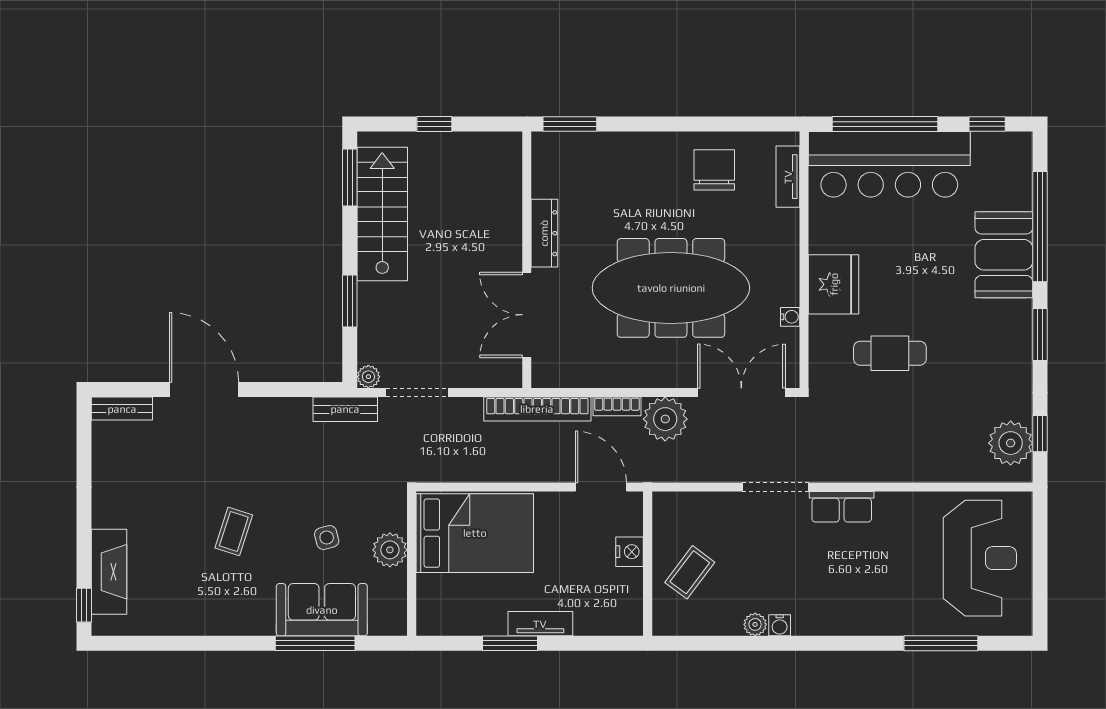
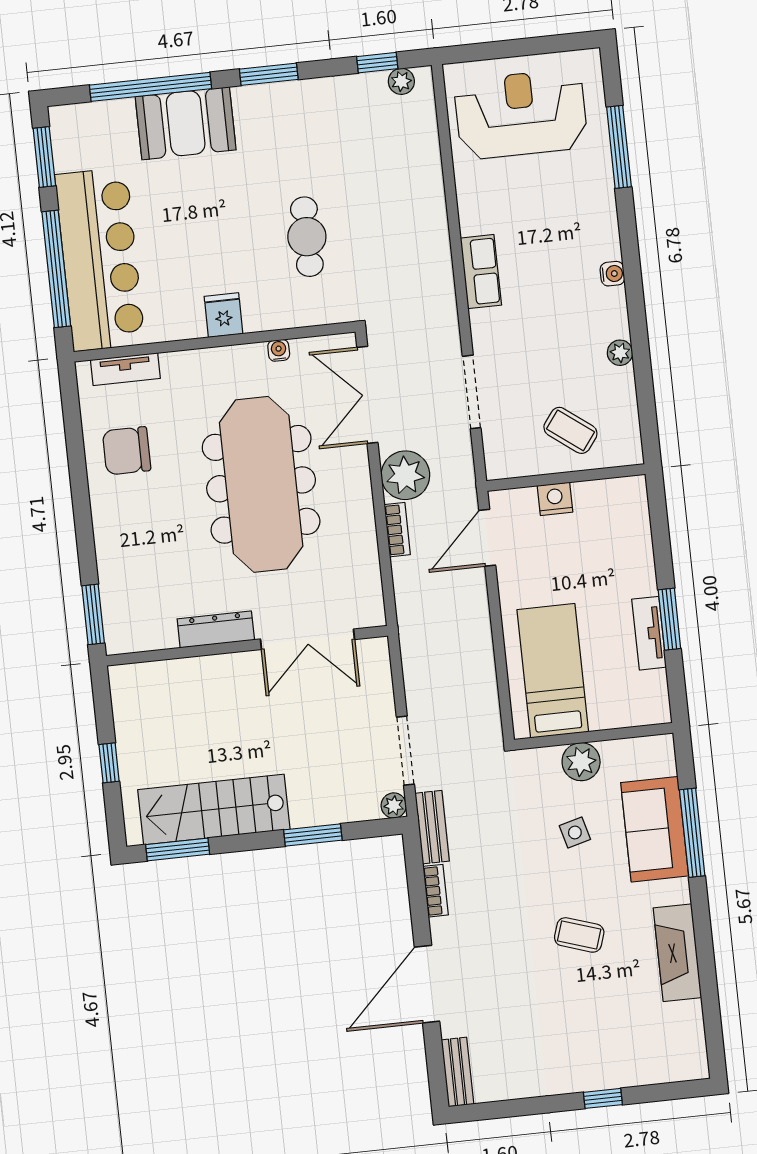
window: (987, 124) -> (44, 157), width x1.50
fridge: (834, 284) -> (224, 315), width x0.53, depth x0.75
bookcase: (537, 409) -> (436, 891), moved, width x0.43, depth x0.76
plant: (1011, 443) -> (401, 81), width x0.53, depth x0.53
doorway: (775, 487) -> (472, 392), moved
bed: (475, 533) -> (553, 671), width x0.67
fireplace: (109, 572) -> (677, 953), moved, turned -90
window: (84, 605) -> (603, 1098), moved
tv unit: (540, 624) -> (649, 633), moved
water cooler: (780, 625) -> (612, 274), moved

